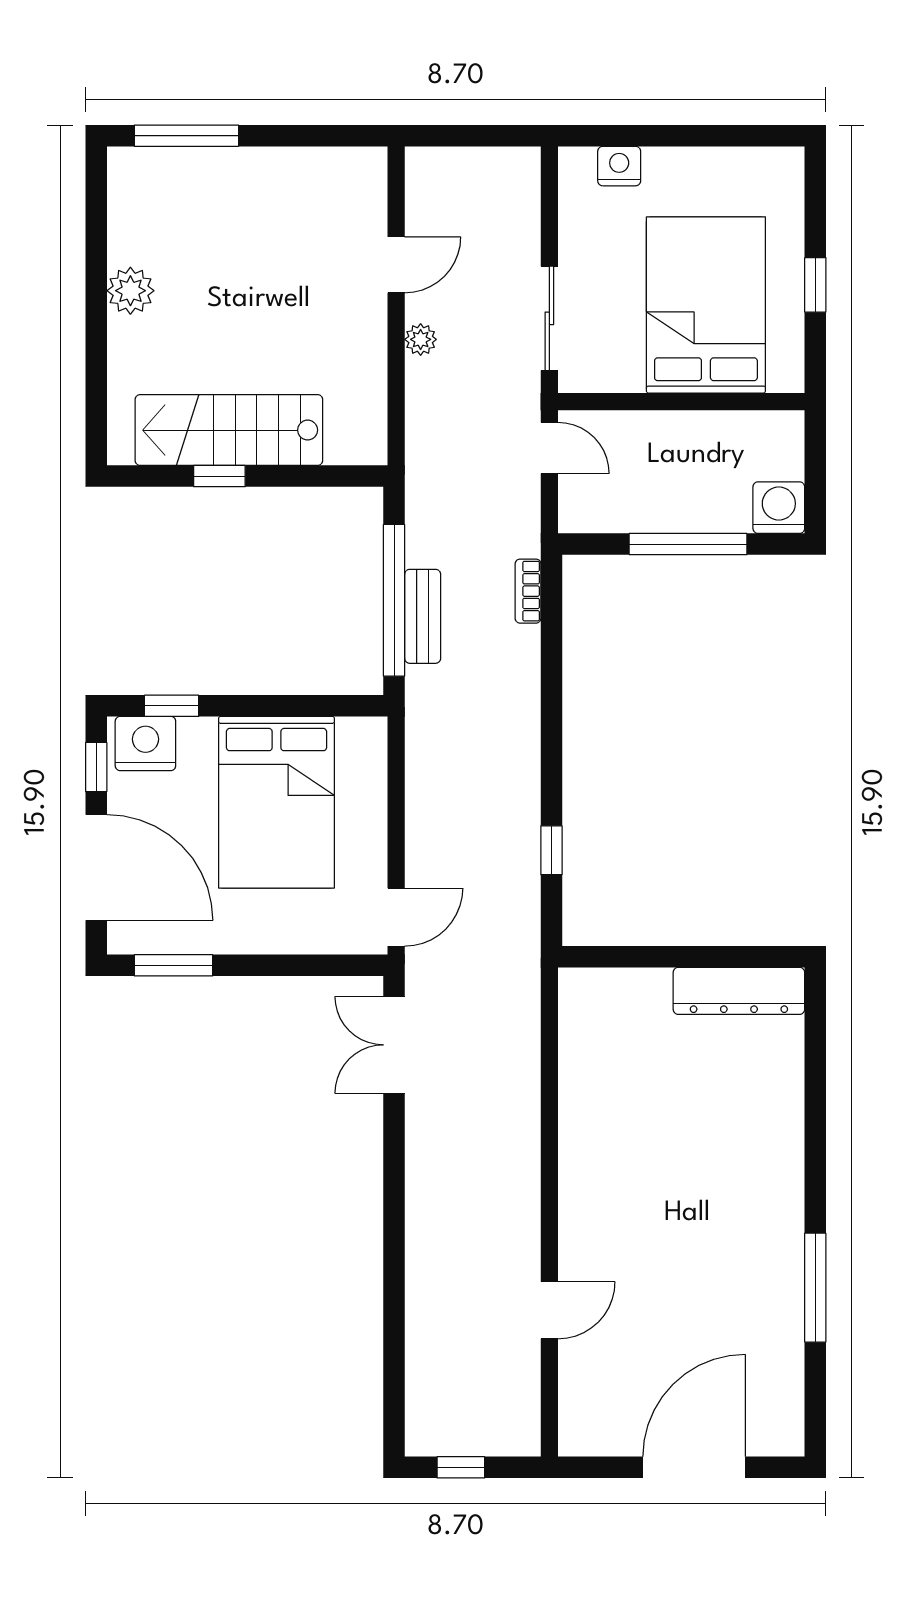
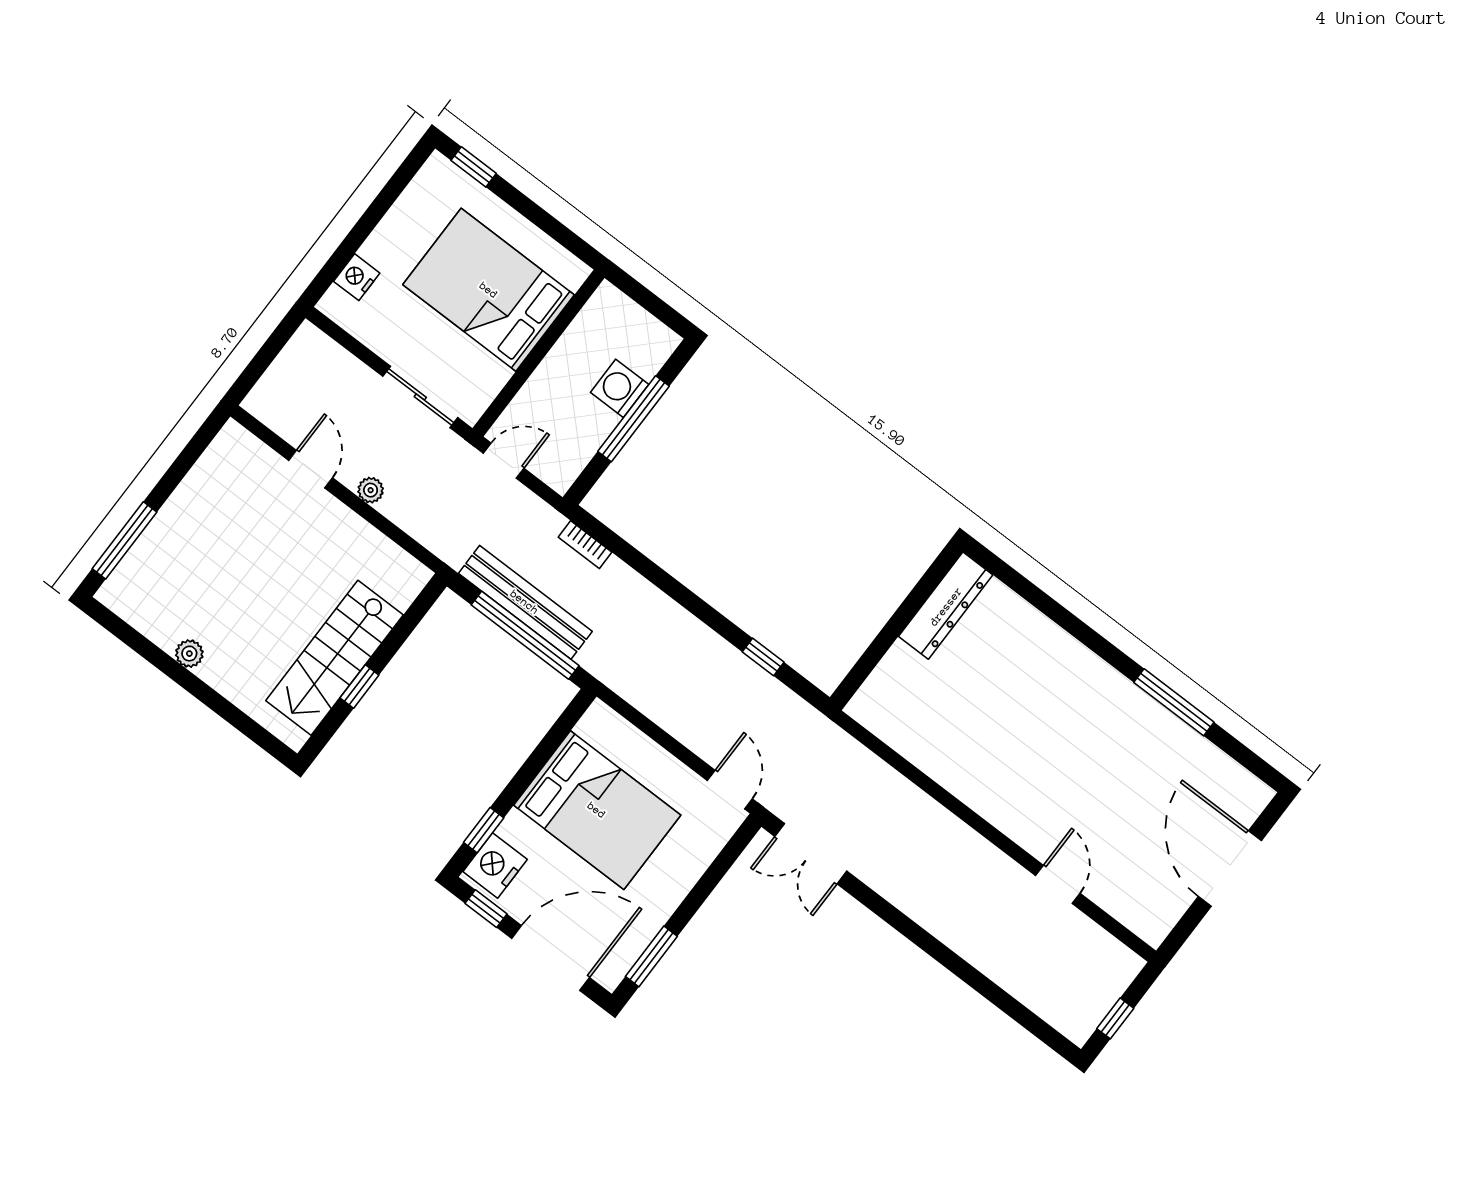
window: (815, 285) -> (474, 167), moved
plant: (130, 291) -> (189, 654), width x0.73, depth x0.73
washing machine: (779, 508) -> (620, 388), moved
bench: (423, 616) -> (525, 602), width x1.86, depth x1.21

